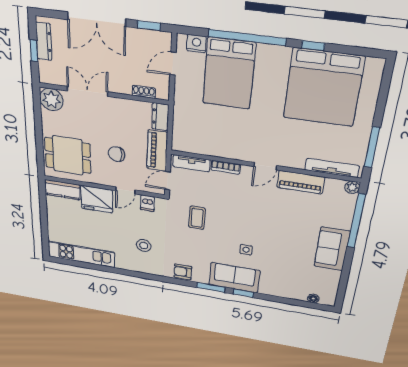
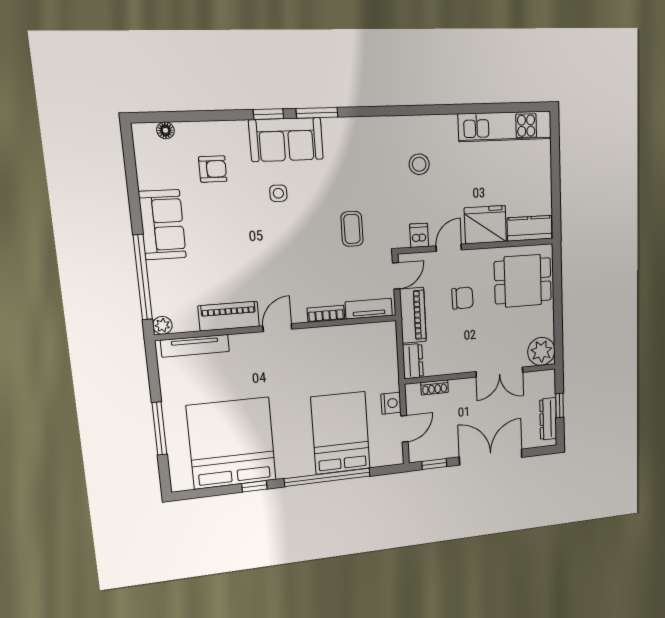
nightstand: (196, 44) -> (391, 403), moved, turned -90
window: (372, 147) -> (159, 429), moved
armchair: (183, 272) -> (213, 169), moved

